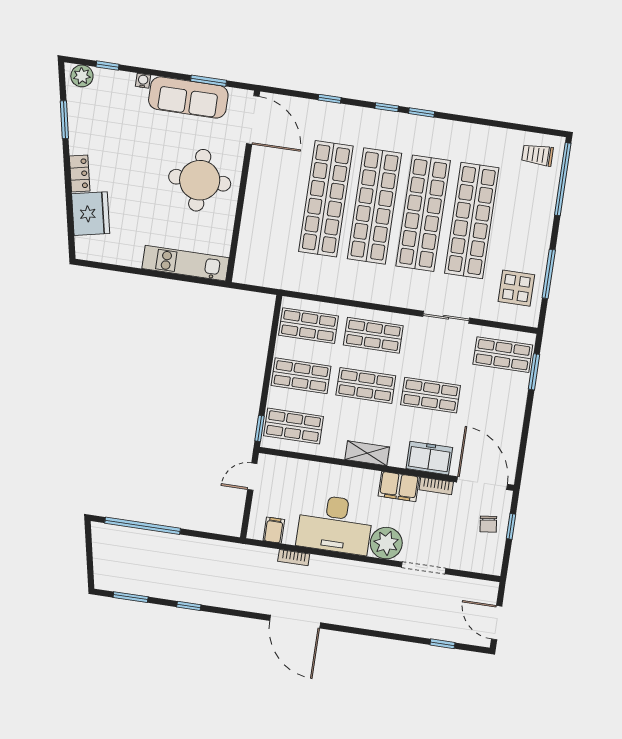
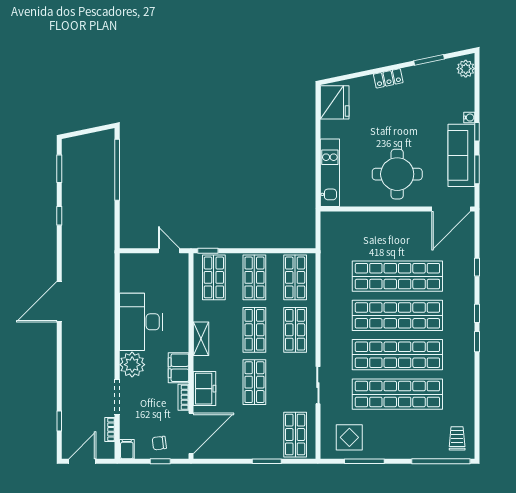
window: (108, 66) -> (477, 132), moved
fridge: (91, 214) -> (335, 102), moved, turned -78
window: (534, 372) -> (267, 461), moved
filing cabinet: (274, 530) -> (127, 449), moved, turned -90
bookcase: (294, 558) -> (110, 429), moved

